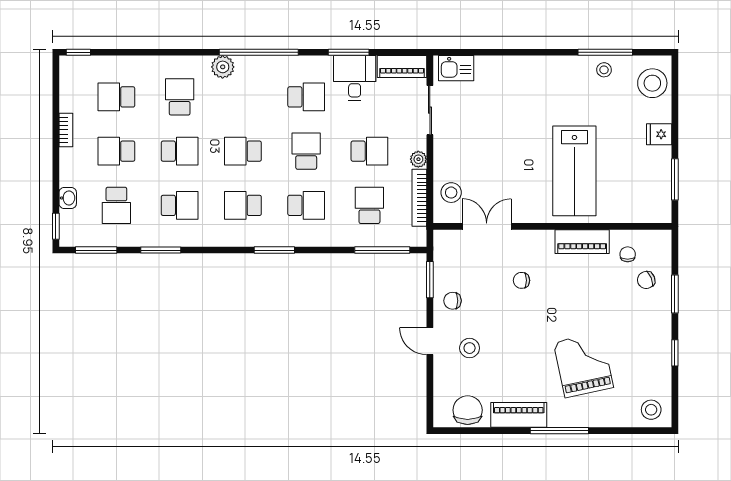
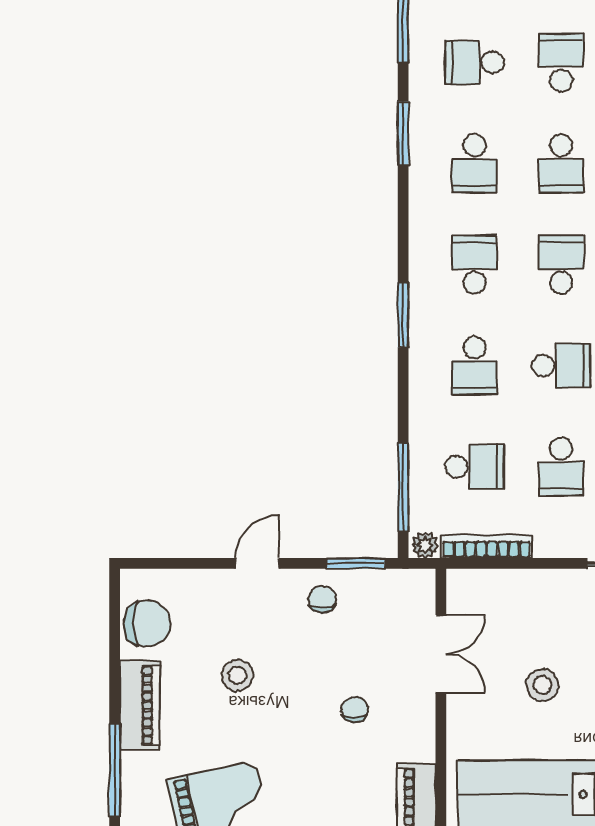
plant: (418, 159) -> (425, 545), moved
stool: (451, 193) -> (543, 685), moved
stool: (470, 348) -> (238, 675), moved

